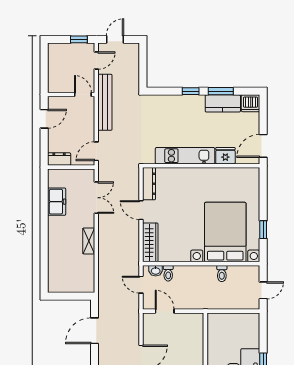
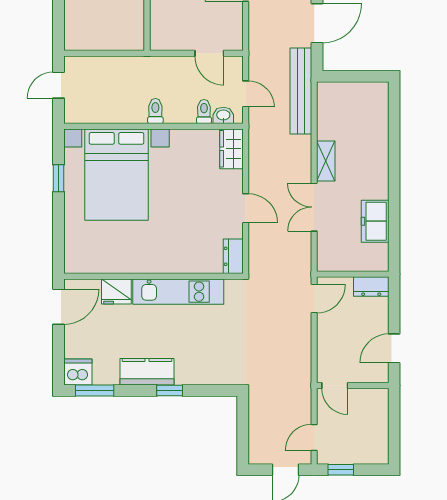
window: (221, 91) -> (95, 390), moved
bench: (105, 102) -> (301, 91), moved
kitchen counter: (223, 103) -> (147, 372), moved
dresser: (149, 184) -> (233, 256), width x0.70
double door: (96, 198) -> (314, 207), moved
wardrobe: (150, 242) -> (231, 149), width x0.67
toilet: (222, 274) -> (155, 111), moved

